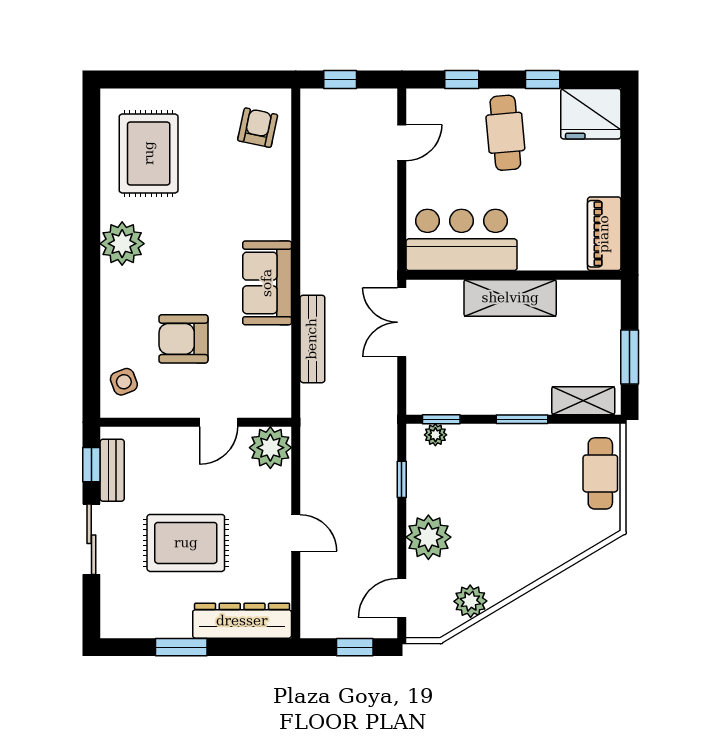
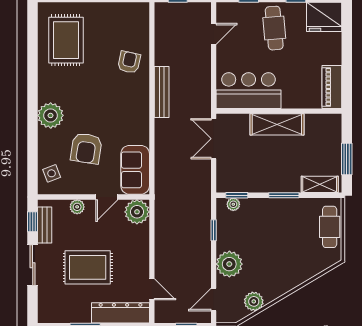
armchair: (258, 128) -> (129, 62), moved
plant: (122, 244) -> (51, 115), moved
sofa: (267, 283) -> (135, 170), moved
armchair: (183, 339) -> (86, 148), turned -81
bench: (312, 339) -> (162, 92), moved
plant: (168, 439) -> (77, 207), added
door: (296, 533) -> (152, 289), moved

